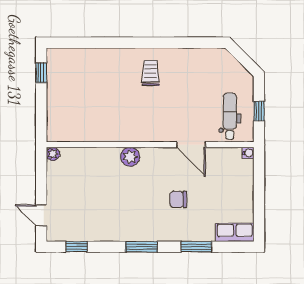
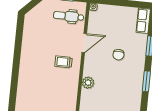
trolley: (151, 73) -> (63, 62), moved

